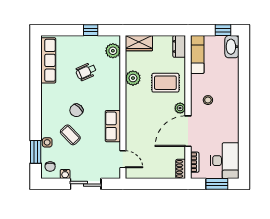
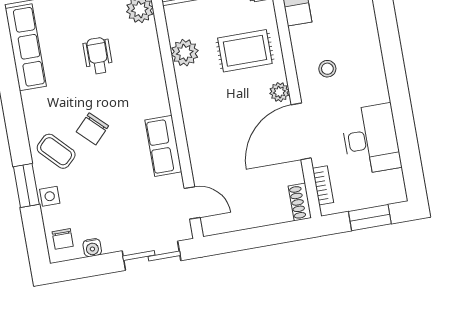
wheelchair: (86, 72) -> (98, 56), turned 114
coffee table: (70, 135) -> (56, 151), moved
window: (36, 152) -> (26, 185), moved
desk: (225, 161) -> (371, 139), moved
sliding door: (86, 184) -> (152, 256), moved

